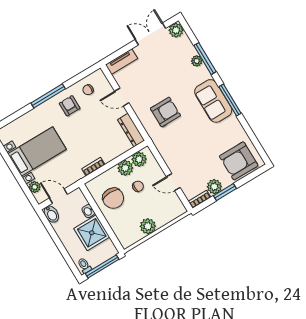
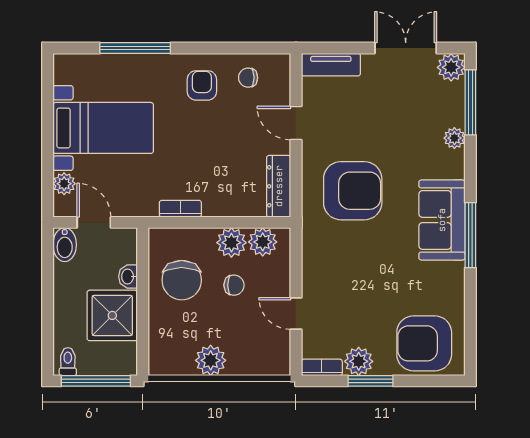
window: (205, 59) -> (470, 102), moved
window: (48, 96) -> (135, 48), moved
armchair: (165, 112) -> (353, 191), width x1.36, depth x1.36

